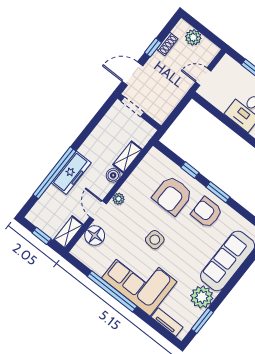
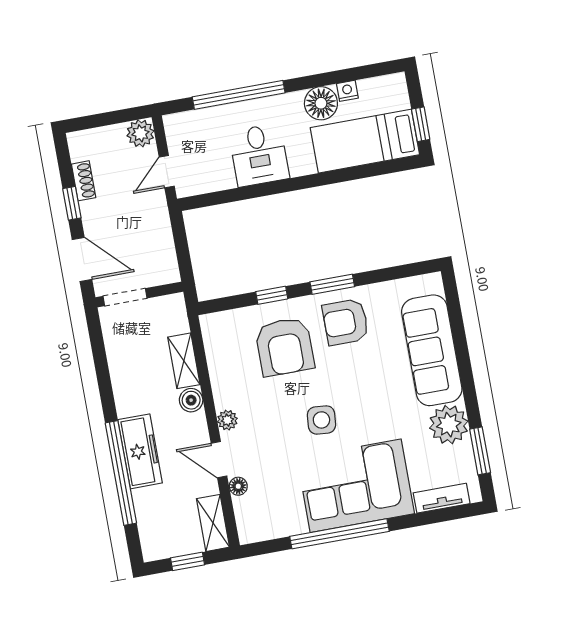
plant: (193, 37) -> (140, 133), moved
door: (132, 74) -> (82, 259), swing flipped
floor lamp: (95, 235) -> (238, 486), width x0.53, depth x0.53

